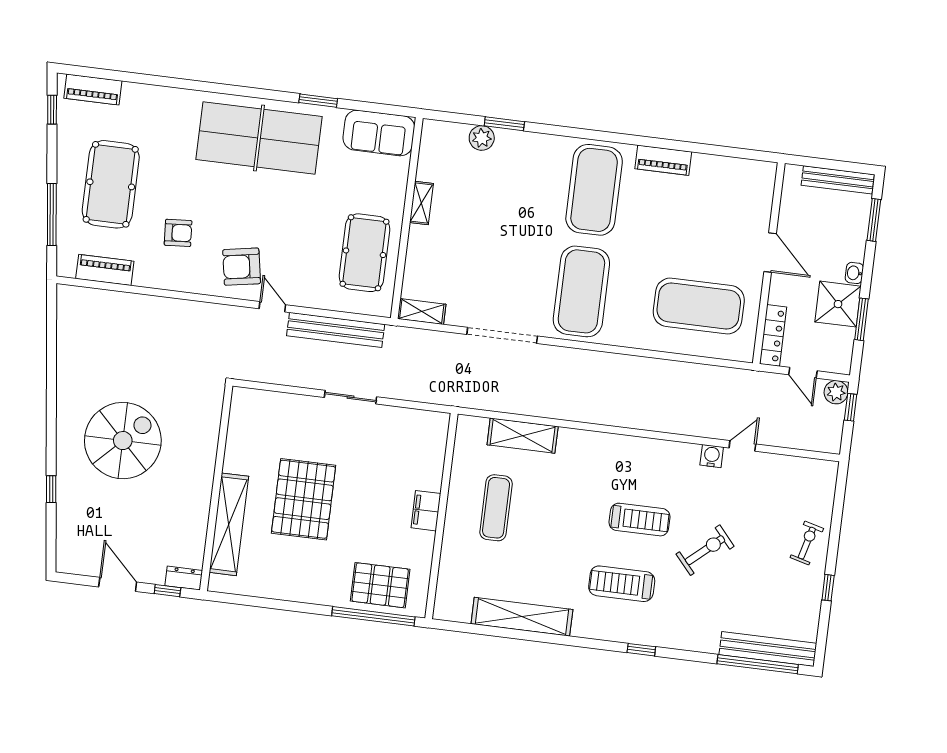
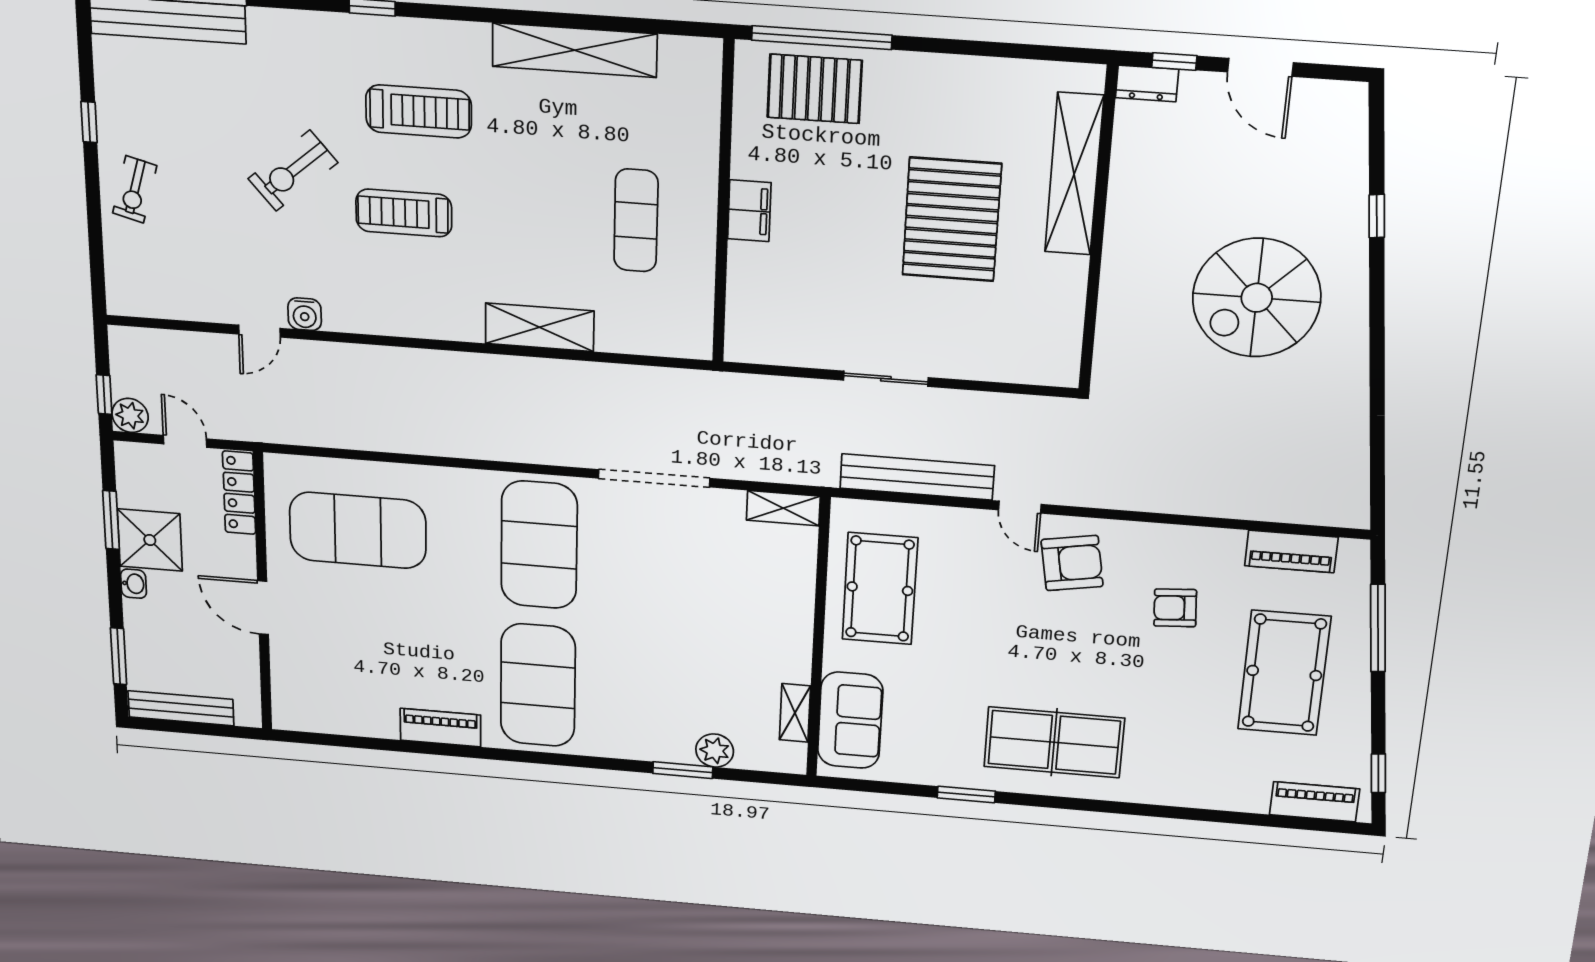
sofa: (379, 133) -> (850, 720), moved, turned 90
table tennis table: (259, 138) -> (1054, 742), width x0.73, depth x0.76
shelving: (421, 203) -> (795, 713), moved
shelving: (523, 436) -> (540, 327), moved

